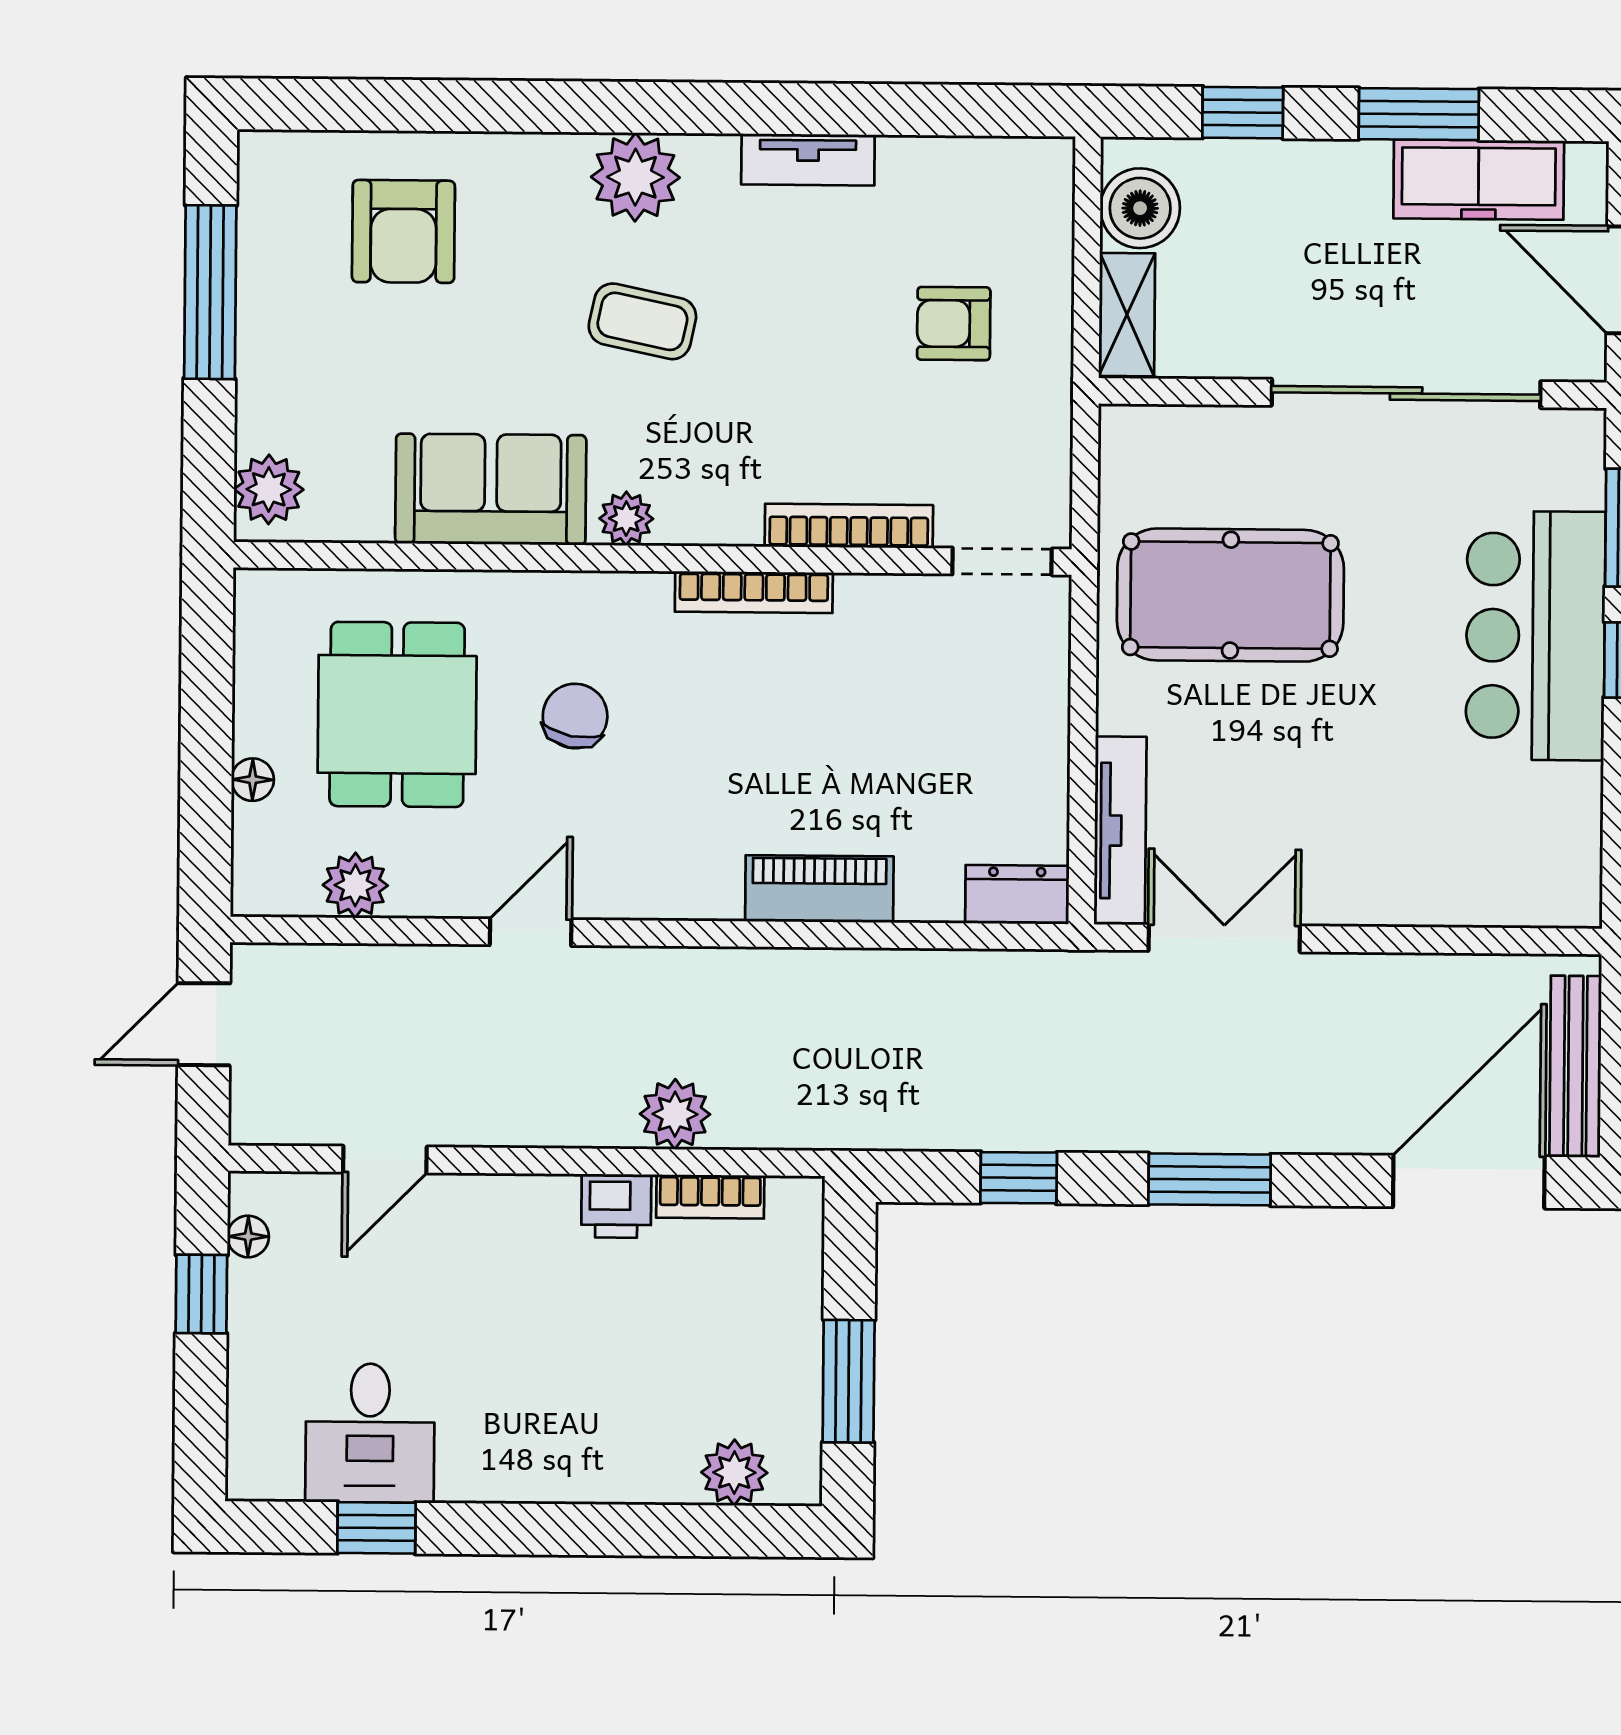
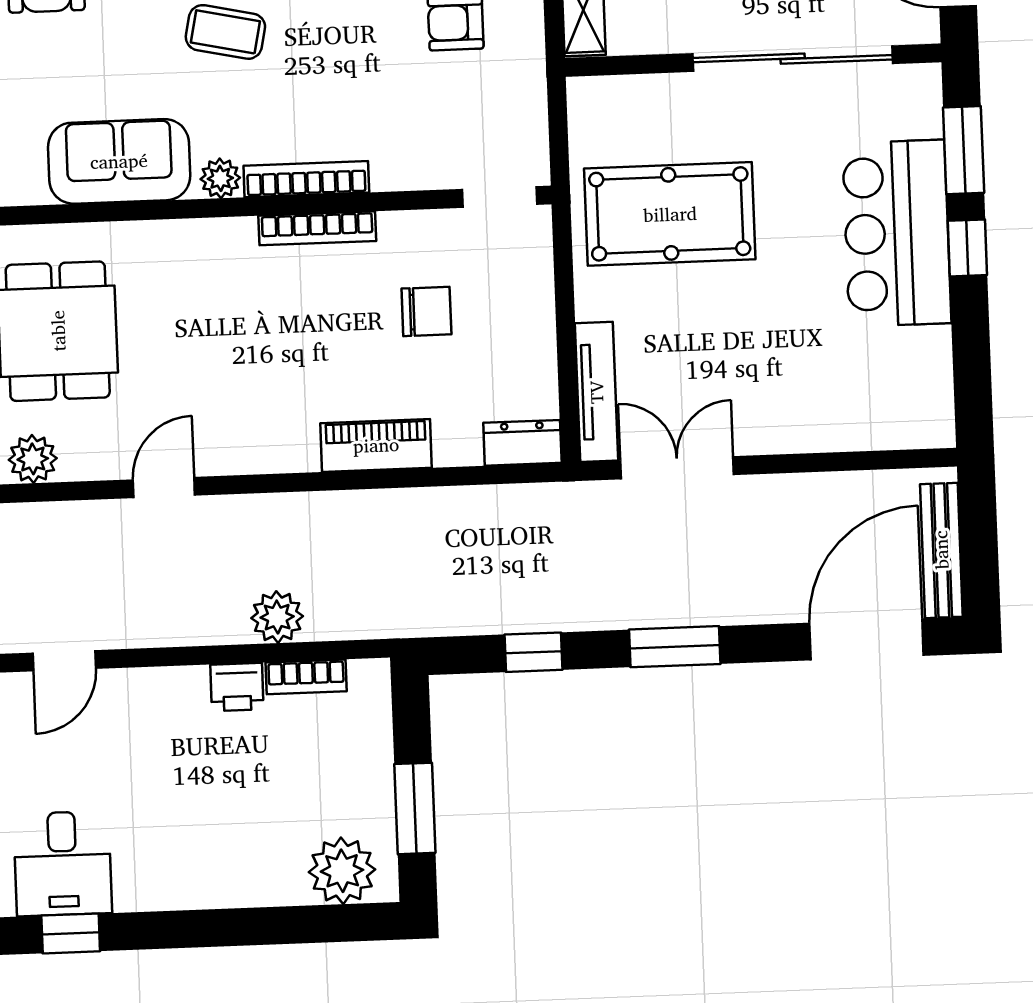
bookcase: (849, 526) -> (306, 179), moved
chair: (575, 716) -> (426, 311), moved, turned 79
plant: (734, 1472) -> (342, 871), width x1.36, depth x1.36

